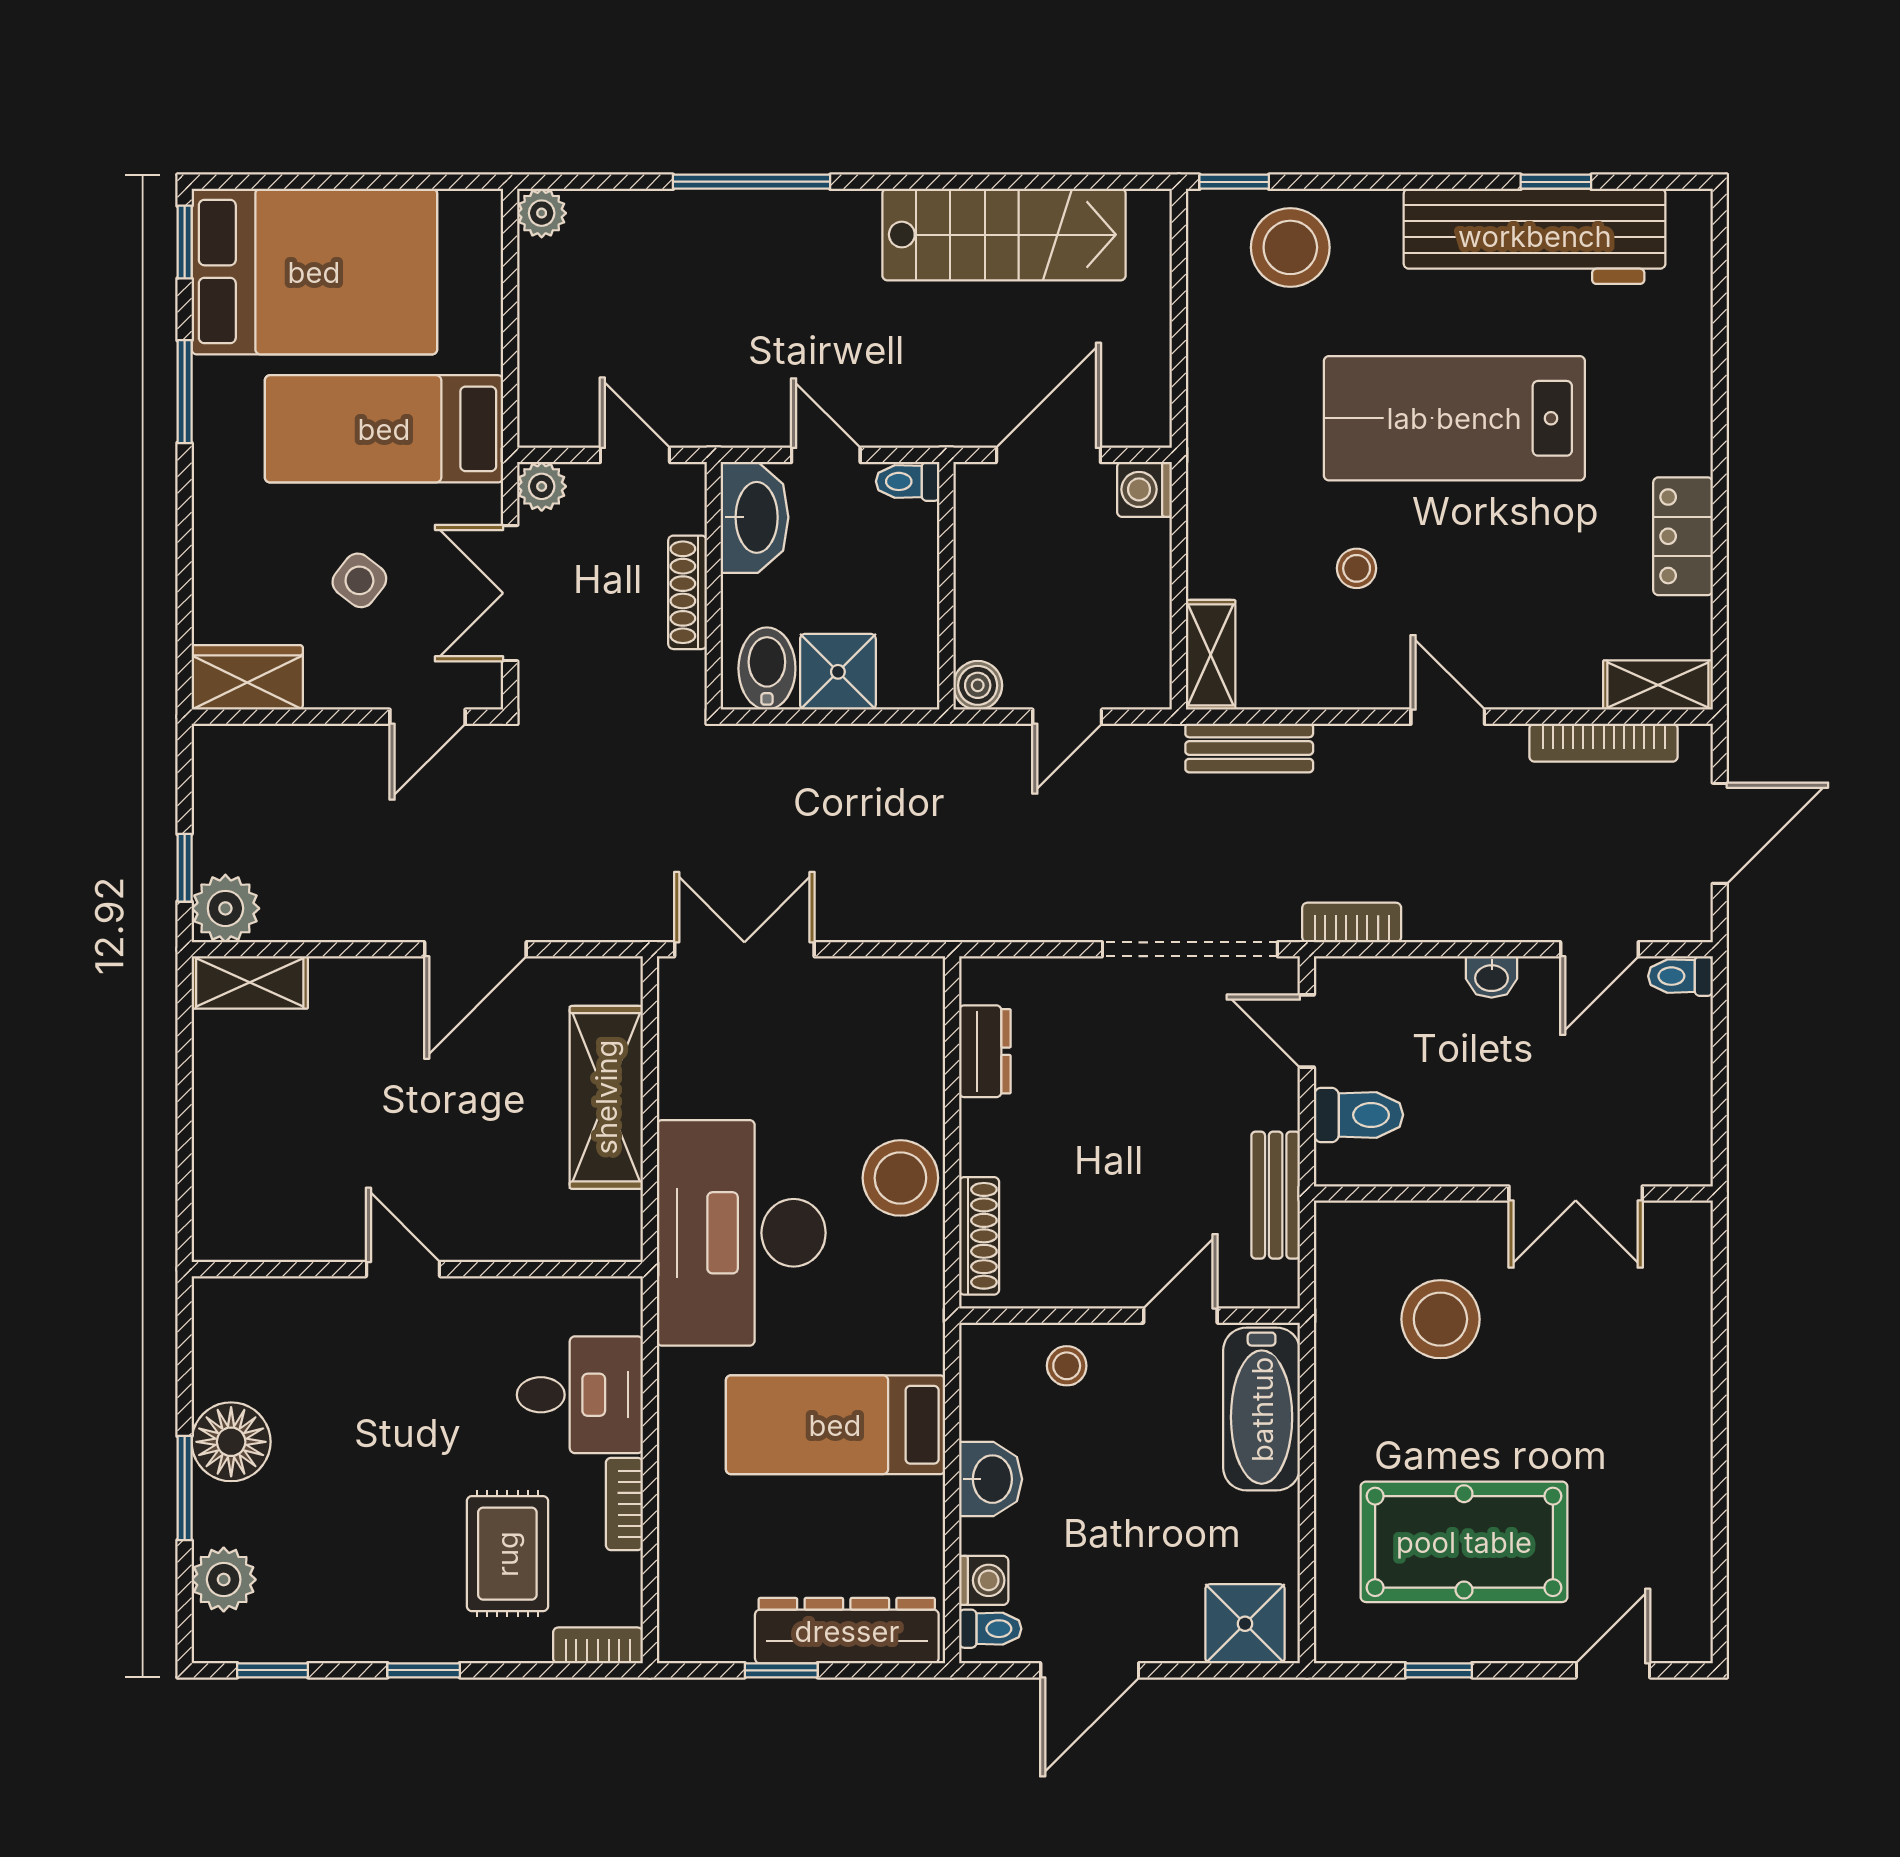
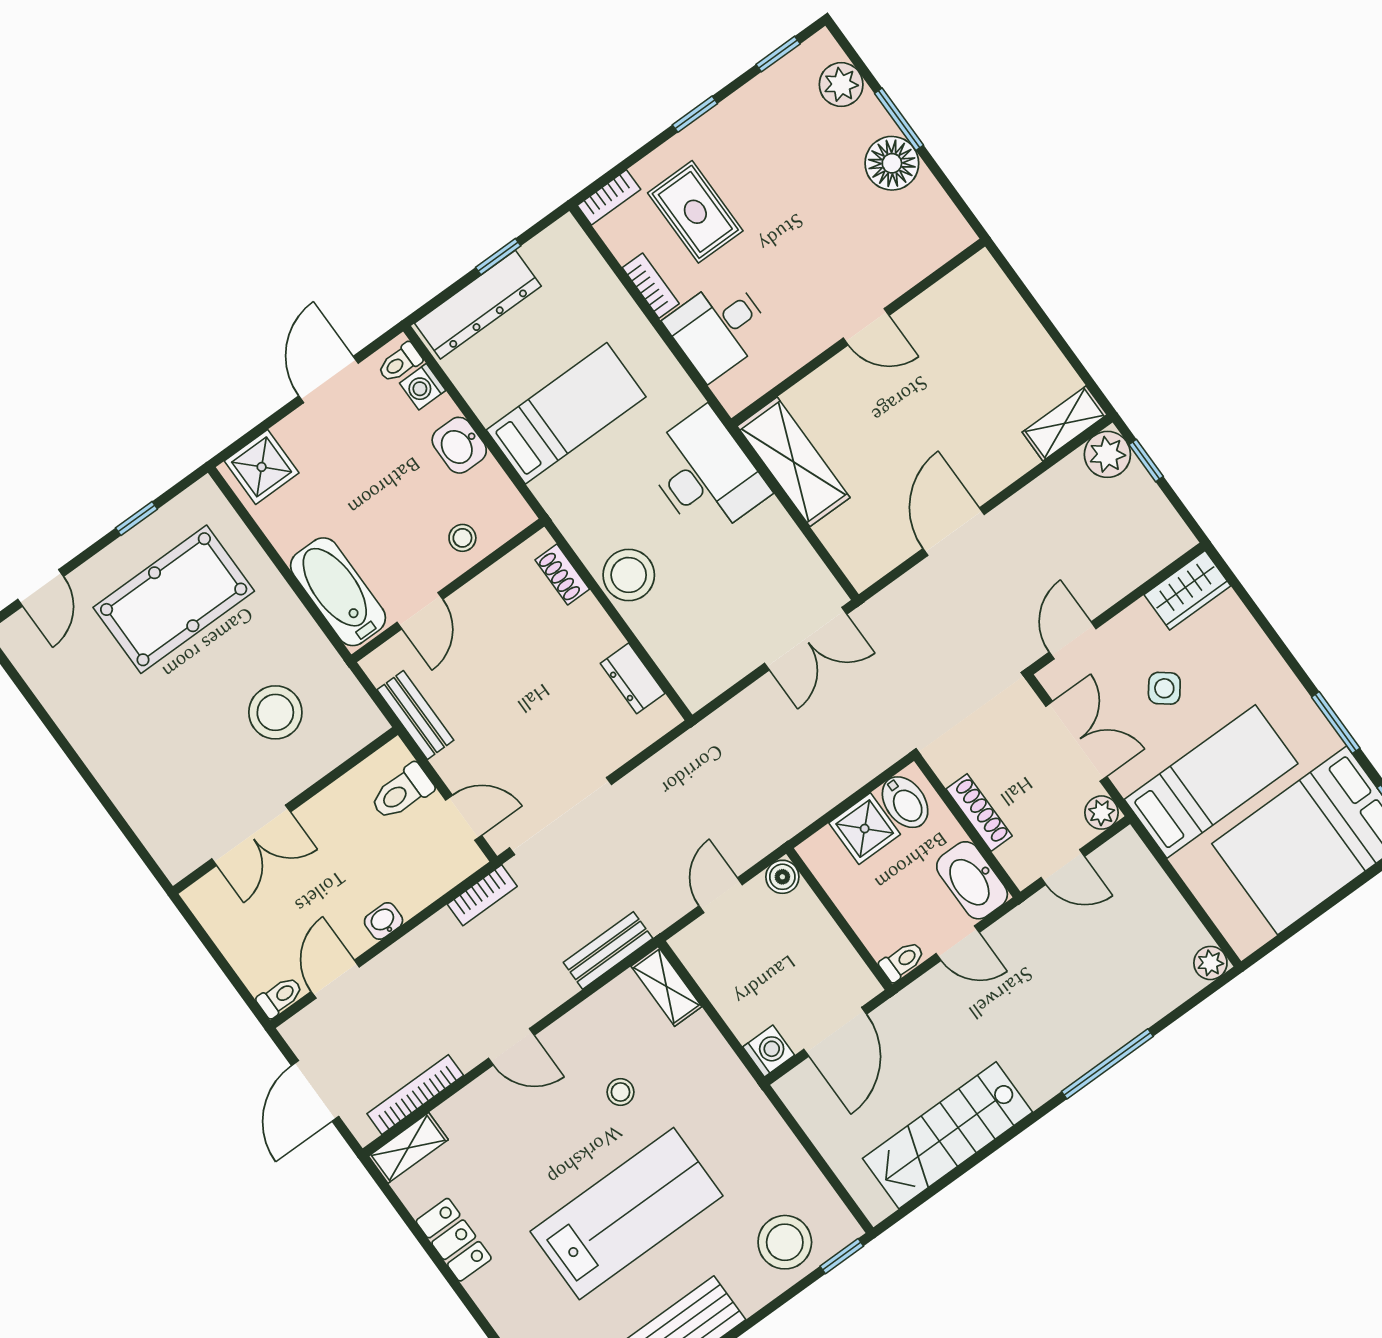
shelving: (606, 1097) -> (793, 462), moved
double door: (1576, 1193) -> (251, 835), swing flipped
desk: (741, 1233) -> (705, 474), width x0.73, depth x0.77
shoe rack: (979, 1236) -> (562, 574), width x0.70

